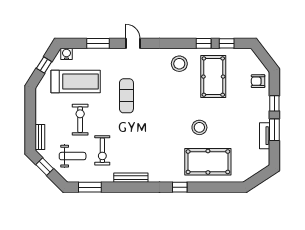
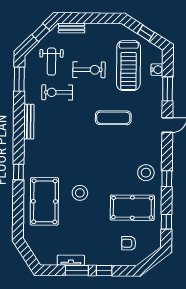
window: (204, 43) -> (167, 179), moved
water cooler: (66, 54) -> (157, 70), moved
armchair: (258, 81) -> (129, 243), moved, turned -90

